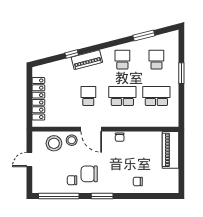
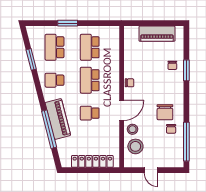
window: (72, 54) -> (49, 129), width x3.17
piano: (87, 60) -> (58, 119), width x1.37, depth x1.33
school desk: (156, 60) -> (55, 47), width x1.85
piano: (170, 150) -> (157, 34), moved
window: (102, 196) -> (186, 70), moved

